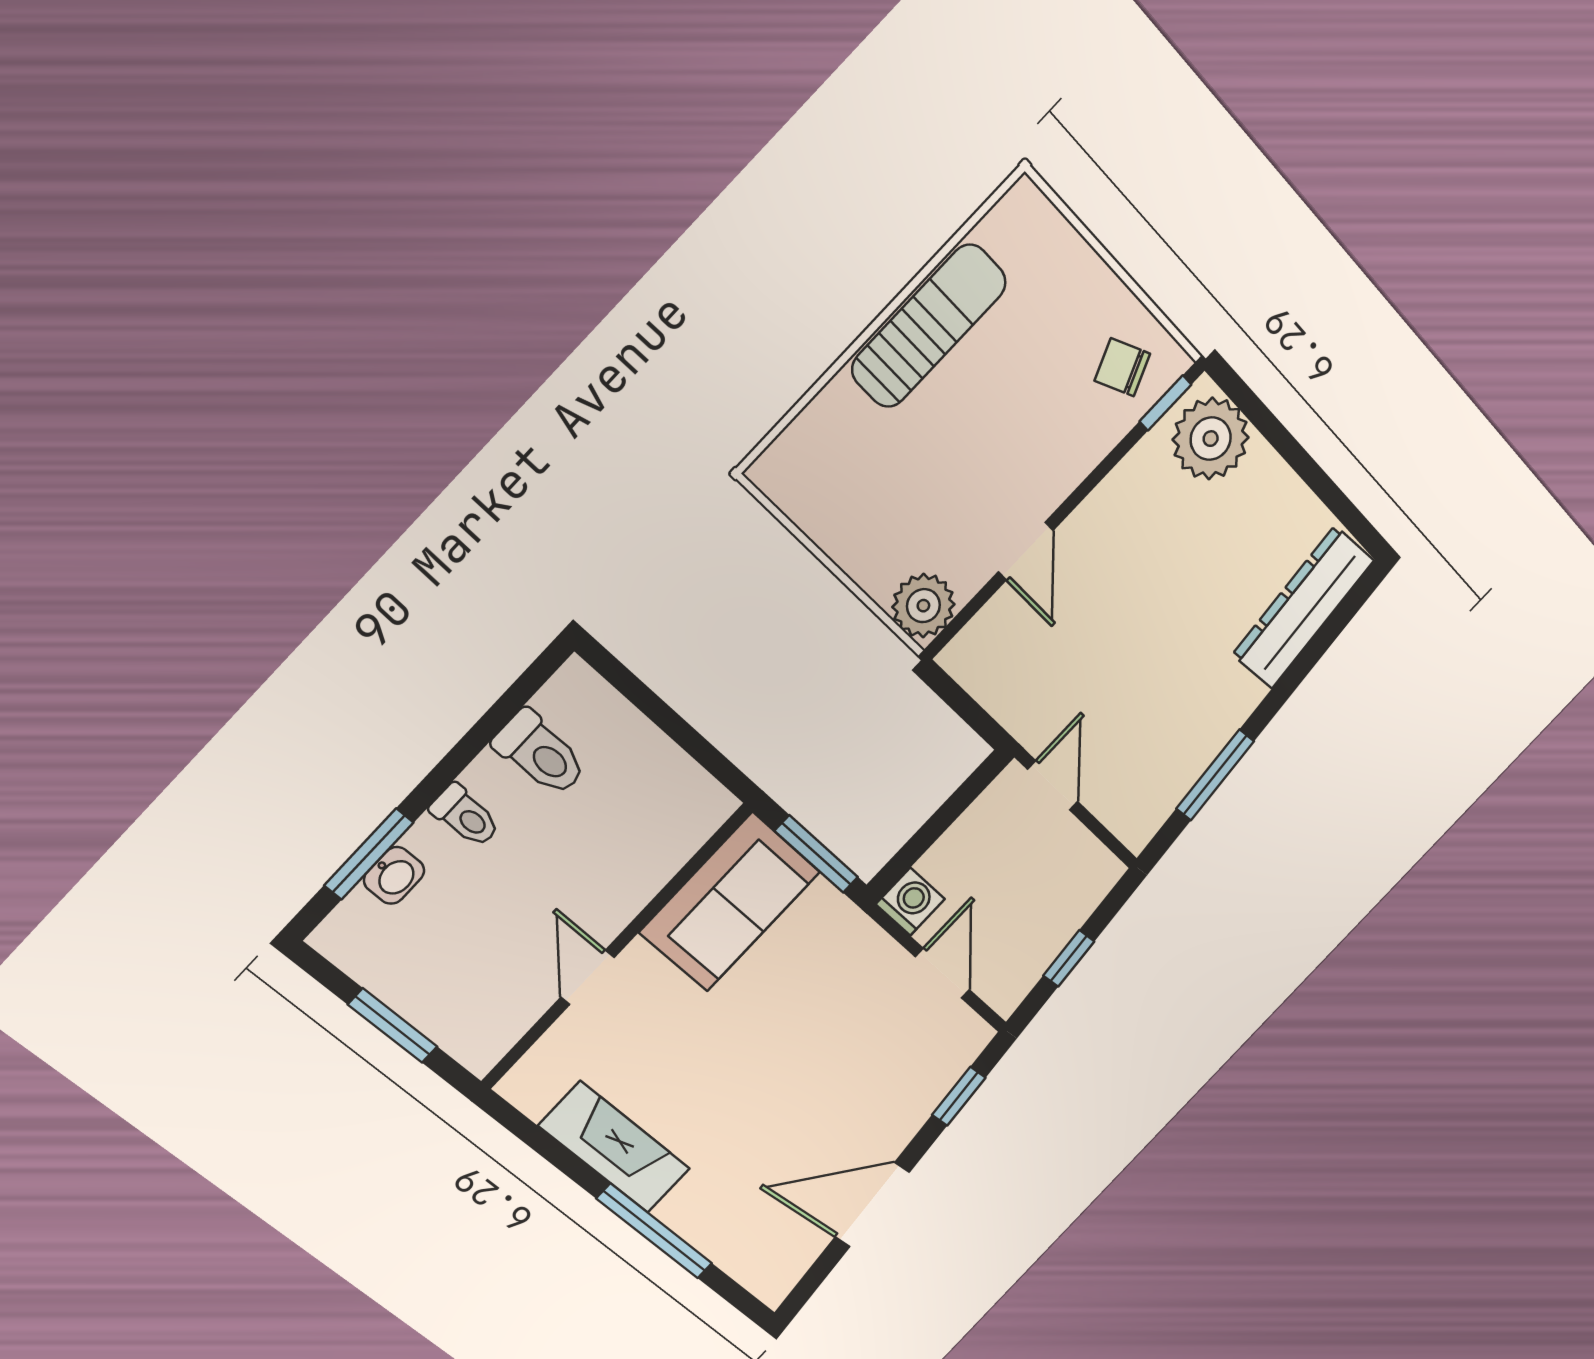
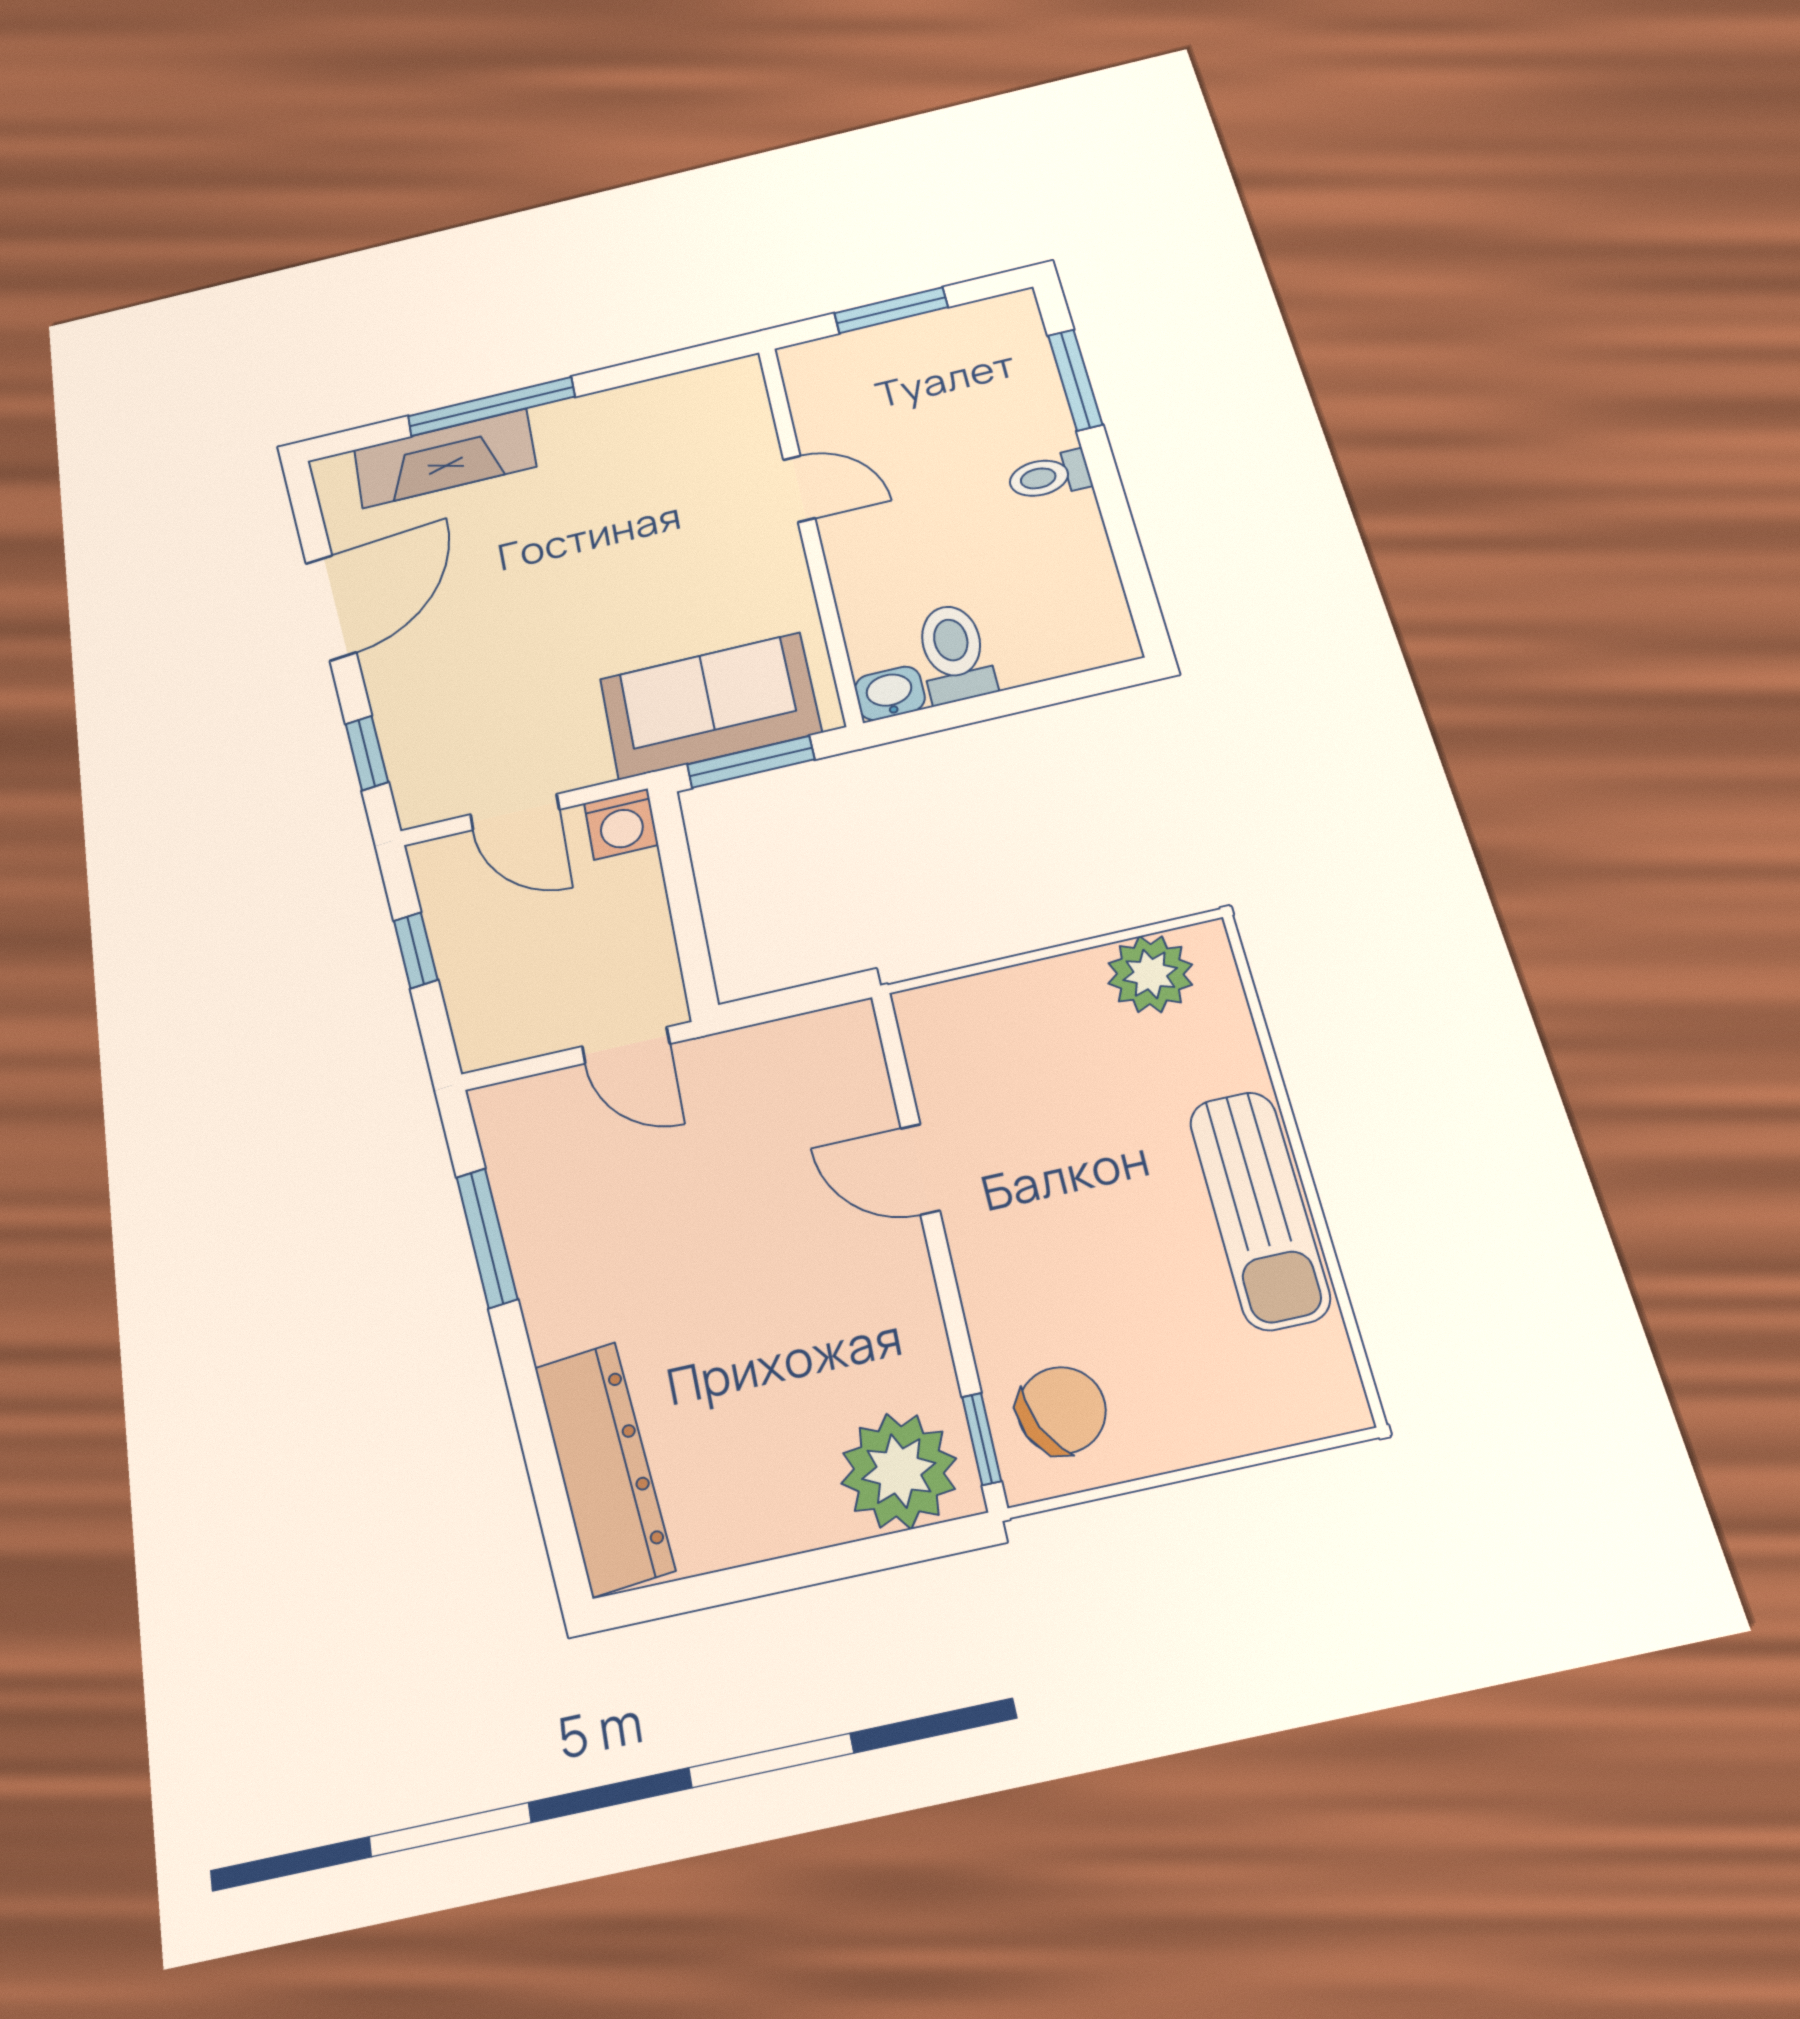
chair: (1122, 367) -> (1061, 1410), width x1.37, depth x1.37
plant: (923, 606) -> (1150, 974), moved
toilet: (540, 753) -> (954, 653), moved, turned 90
washbasin: (394, 875) -> (890, 693), moved, turned 90
sofa: (730, 902) -> (710, 706), moved, turned 90
fireplace: (614, 1147) -> (445, 458), moved

